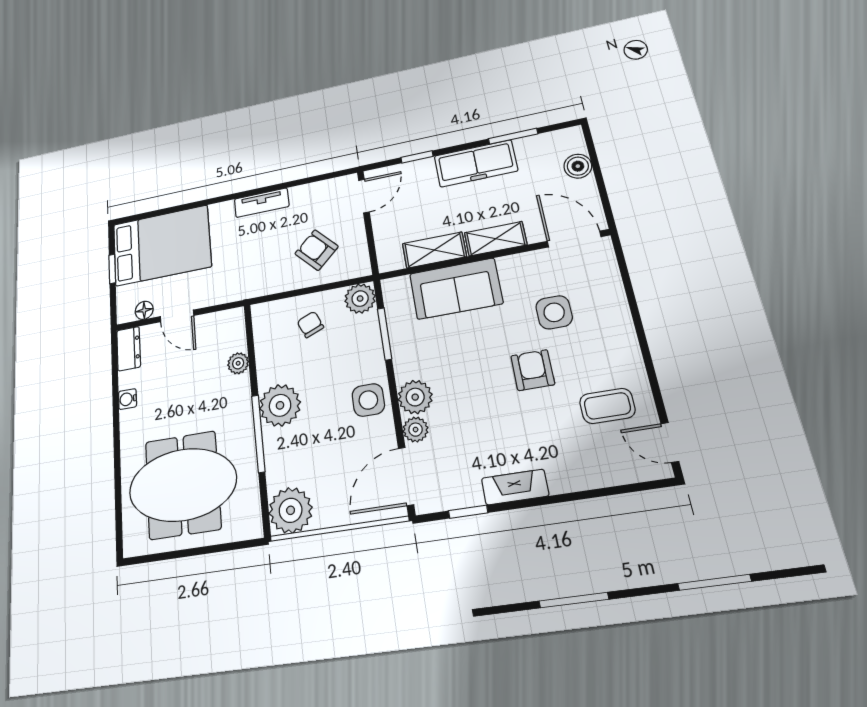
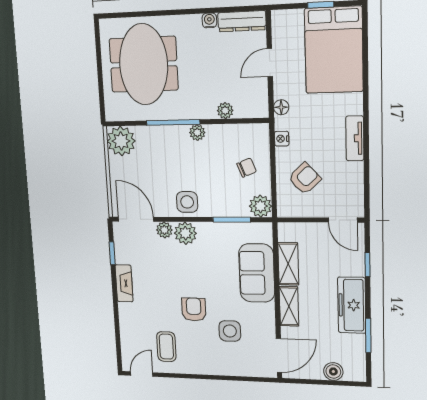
nightstand: (269, 286) -> (282, 139), added
floor lamp: (144, 310) -> (281, 107), moved
dresser: (129, 349) -> (242, 21), width x1.44
armchair: (533, 370) -> (194, 309), turned -90
plant: (280, 405) -> (197, 133), width x0.53, depth x0.53

